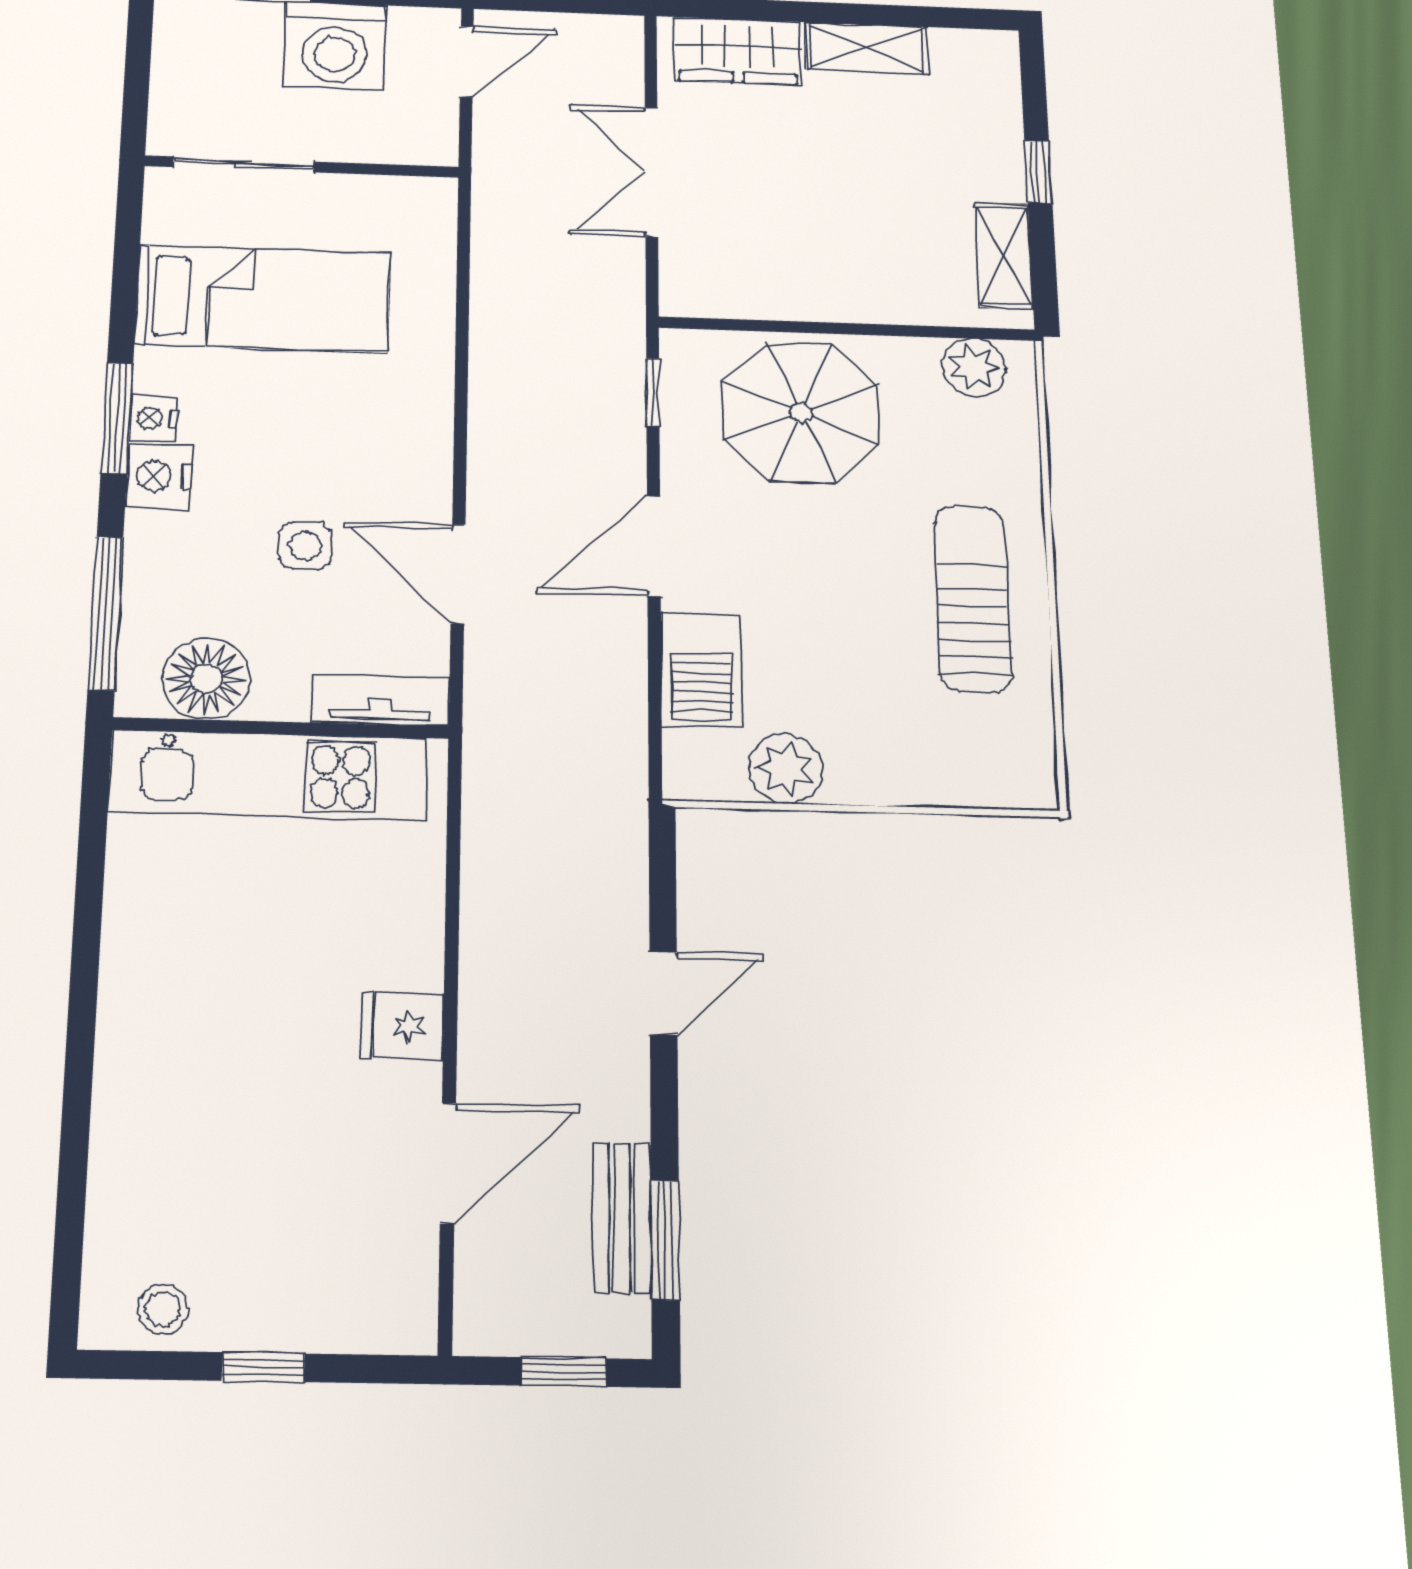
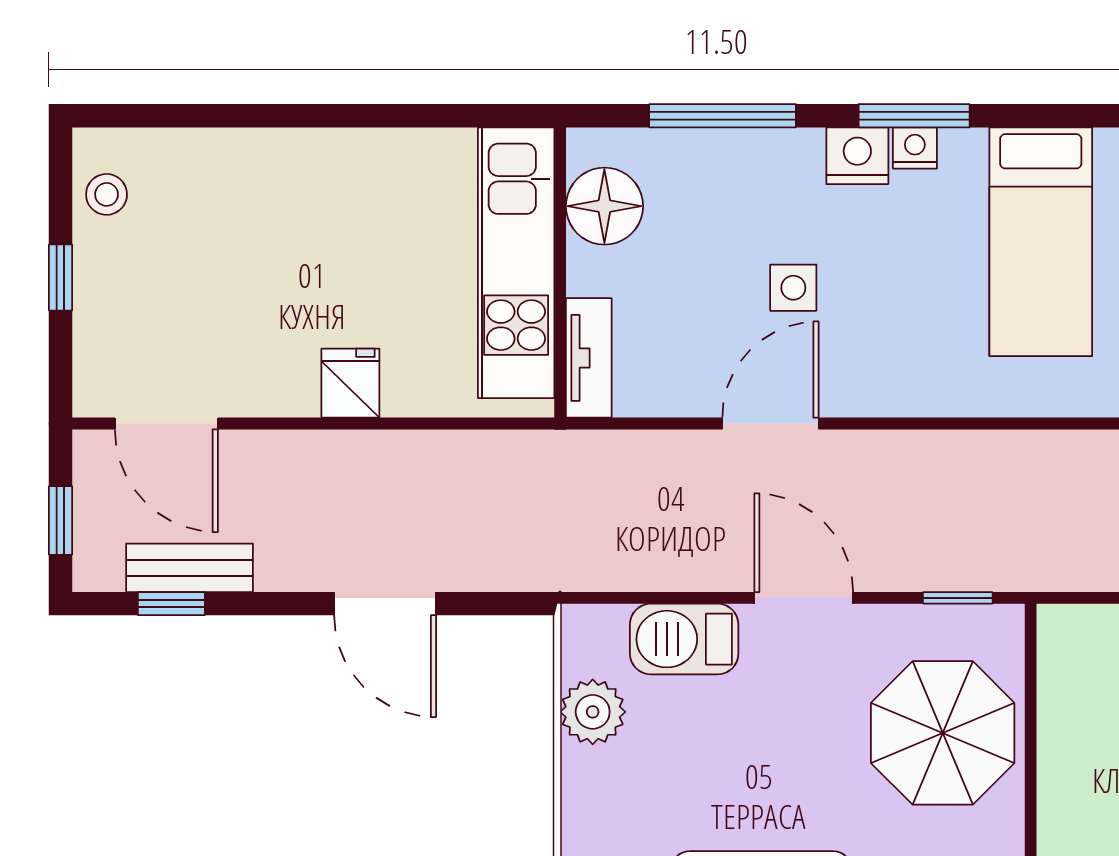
floor lamp: (206, 679) -> (604, 206), moved
tv unit: (381, 700) -> (589, 358), moved
wall: (281, 728) -> (560, 272), moved
kitchen unit: (268, 775) -> (516, 263), moved
door: (663, 993) -> (385, 604), width x1.38
door: (448, 1163) -> (166, 424), moved
window: (665, 1240) -> (171, 604), width x0.67

